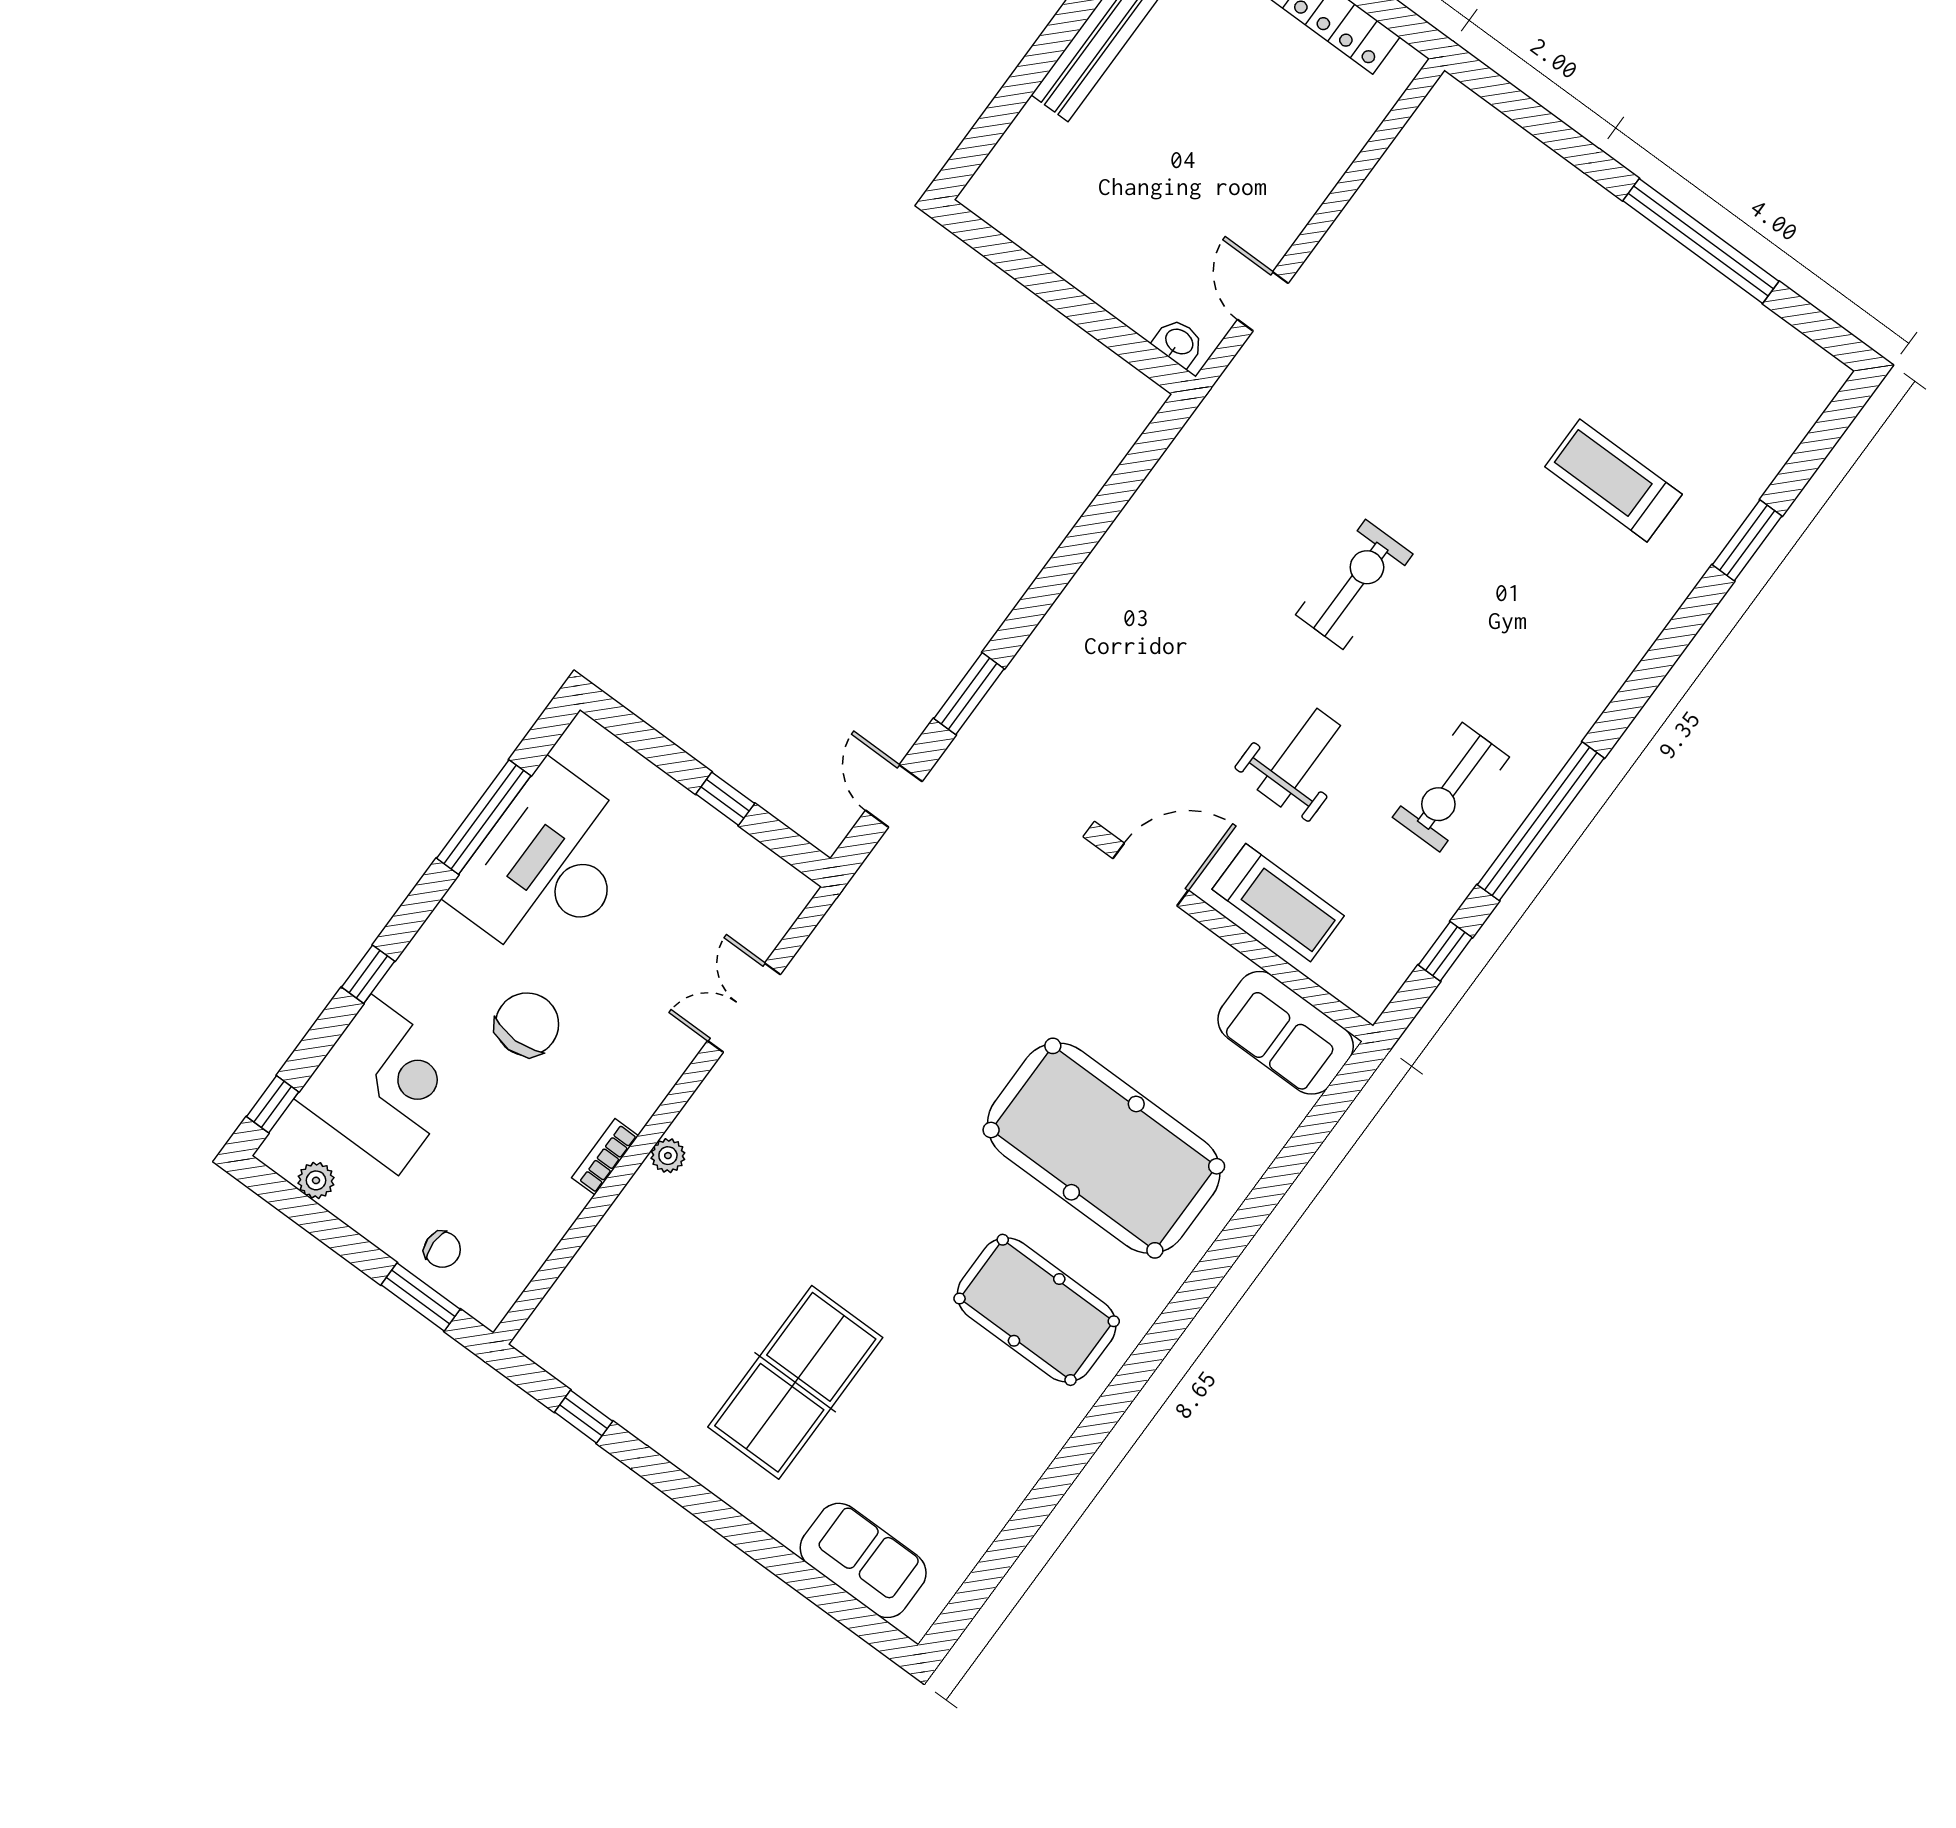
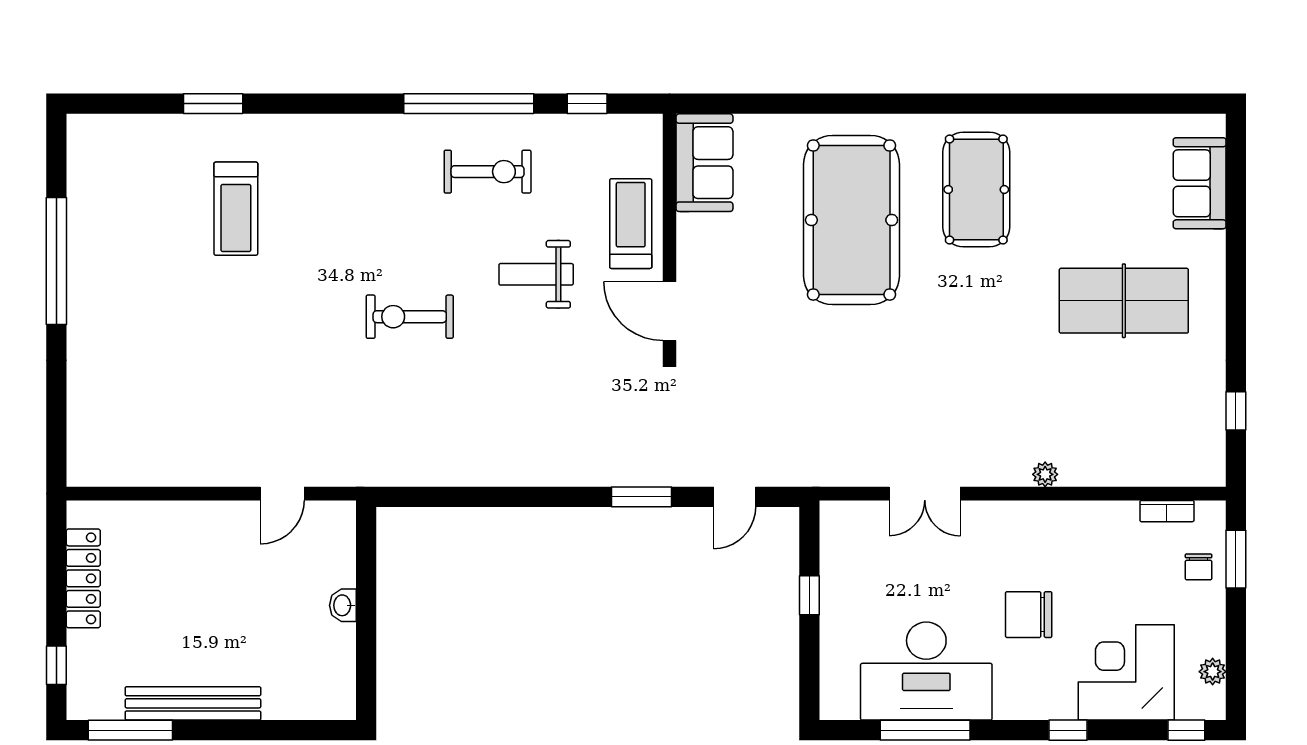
washbasin: (1179, 342) -> (343, 605), moved
bookcase: (605, 1157) -> (1167, 511), moved
chair: (442, 1249) -> (1199, 567), turned 180

